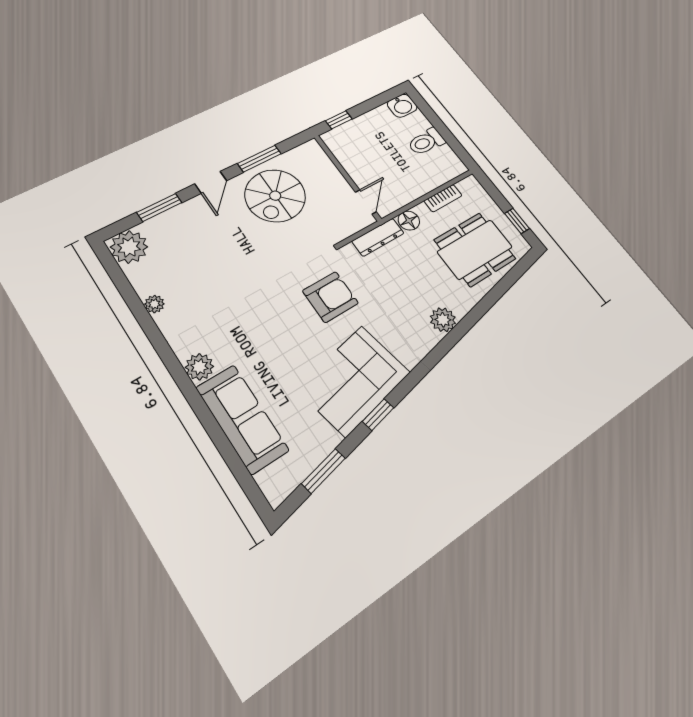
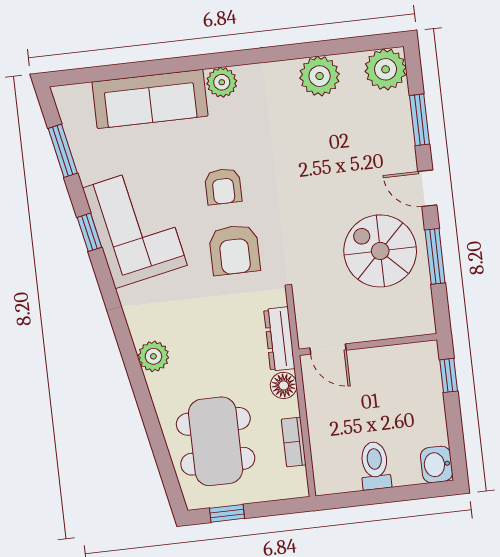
plant: (154, 304) -> (320, 76), width x1.88, depth x1.88
armchair: (285, 327) -> (223, 186), added

